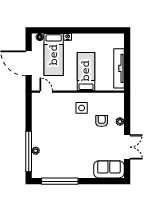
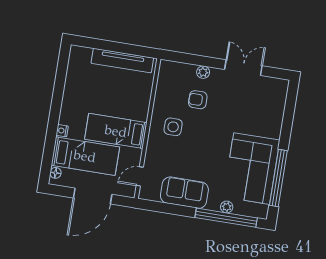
bed: (86, 71) -> (116, 131), moved
corner sofa: (63, 163) -> (252, 169), added
sofa: (109, 169) -> (184, 193), moved, turned 90

